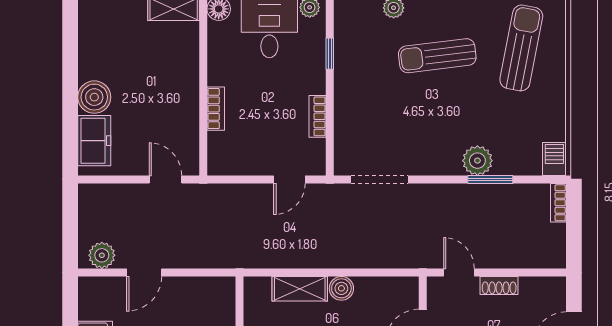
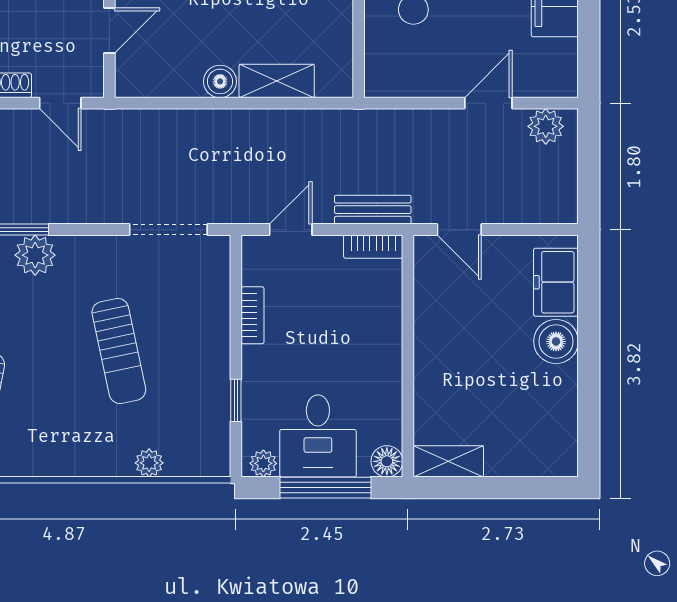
sun lounger: (437, 56) -> (119, 351), moved, turned 85
bookcase: (216, 109) -> (373, 247), moved, turned -90
bench: (229, 194) -> (373, 210), added

